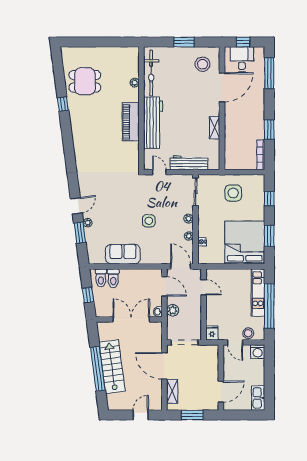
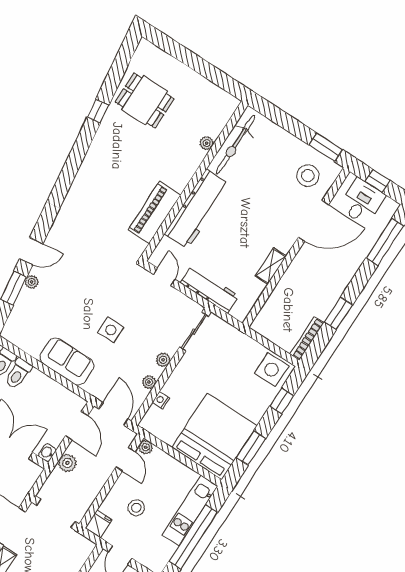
window: (184, 42) -> (326, 147), moved
piano: (131, 122) -> (154, 212), moved
side table: (233, 193) -> (272, 370), moved
sofa: (123, 254) -> (67, 362), moved
plant: (210, 273) -> (146, 447), added
stool: (248, 333) -> (136, 508), moved

